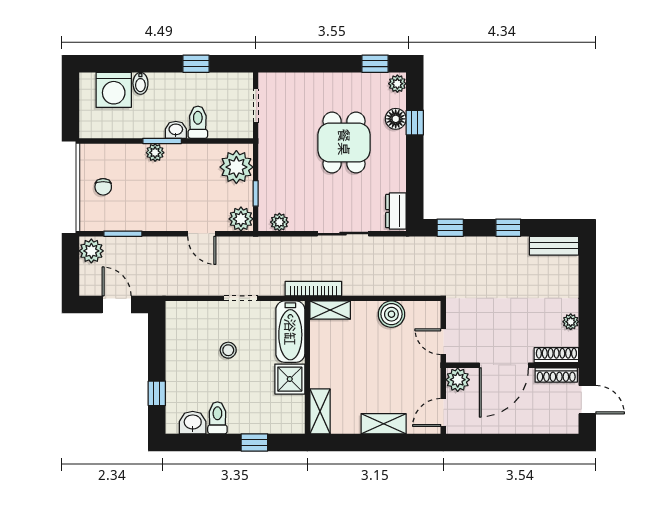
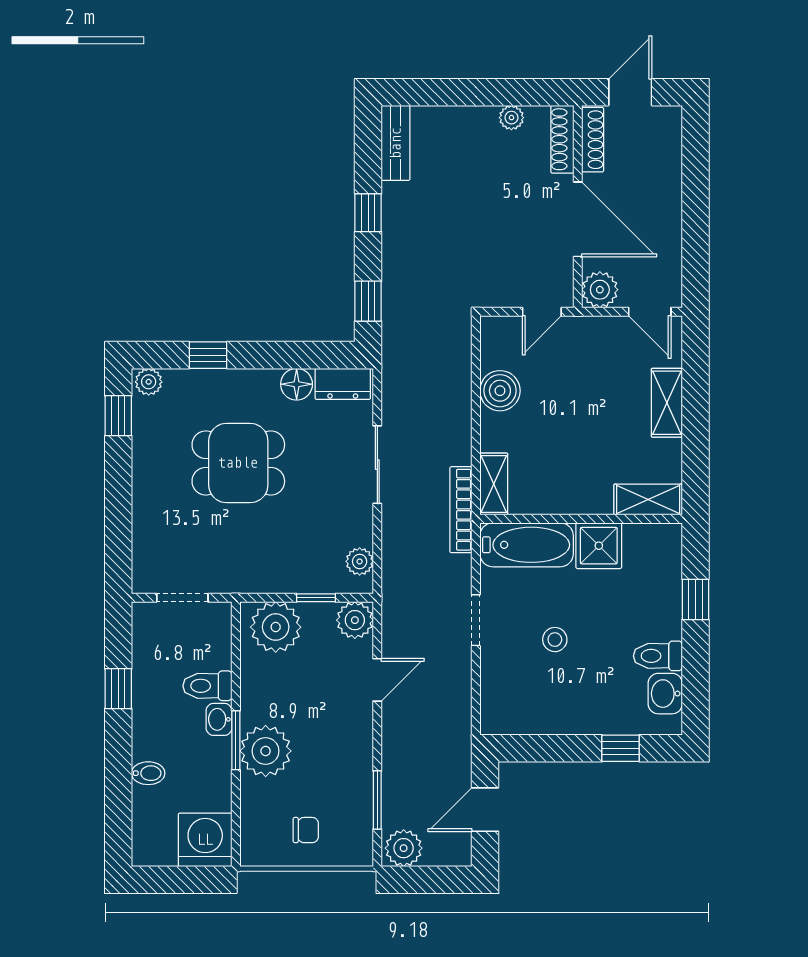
washing machine: (114, 90) -> (205, 840), moved, turned -90
floor lamp: (396, 119) -> (297, 384), moved
plant: (155, 153) -> (266, 751), width x1.88, depth x1.88

